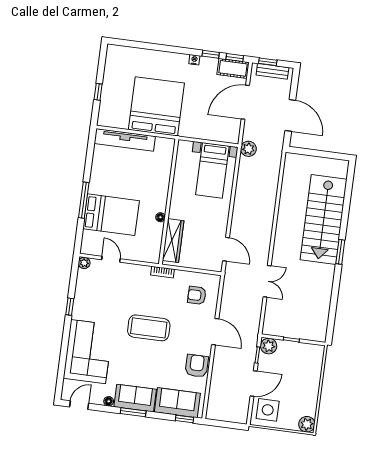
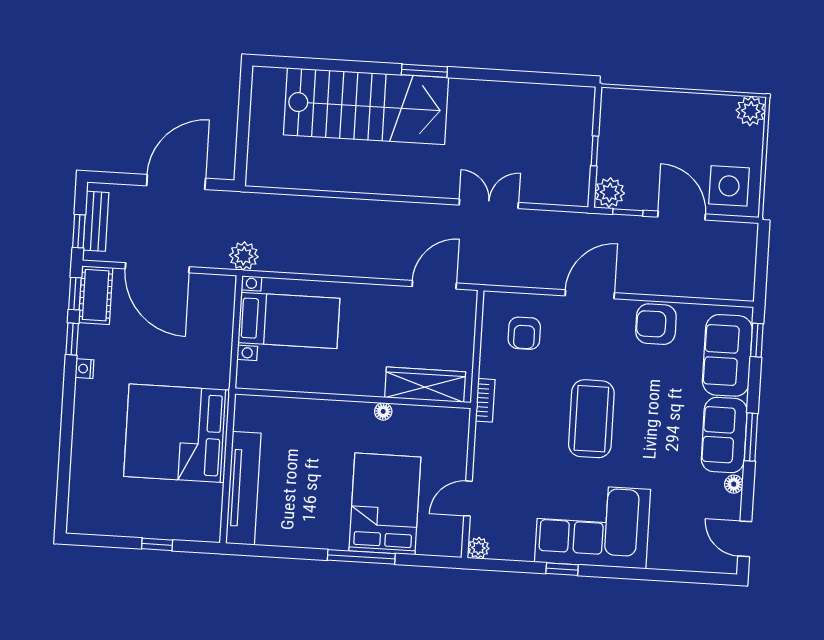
corner sofa: (88, 352) -> (593, 526), moved

